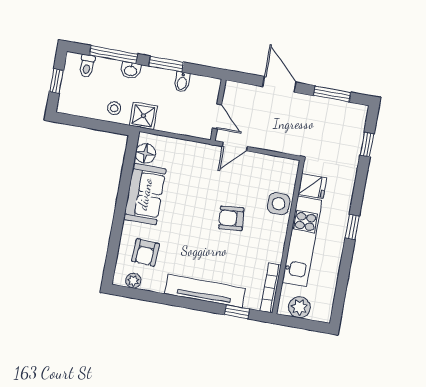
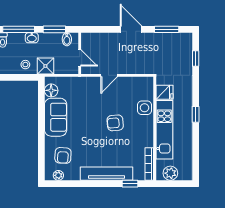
wall: (218, 110) -> (80, 53), moved
door: (217, 117) -> (80, 58), moved

